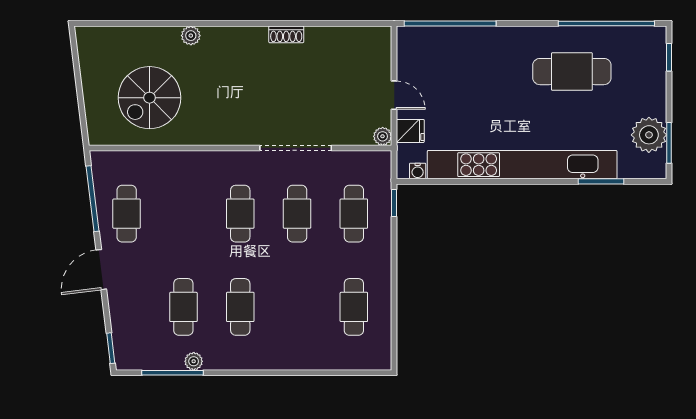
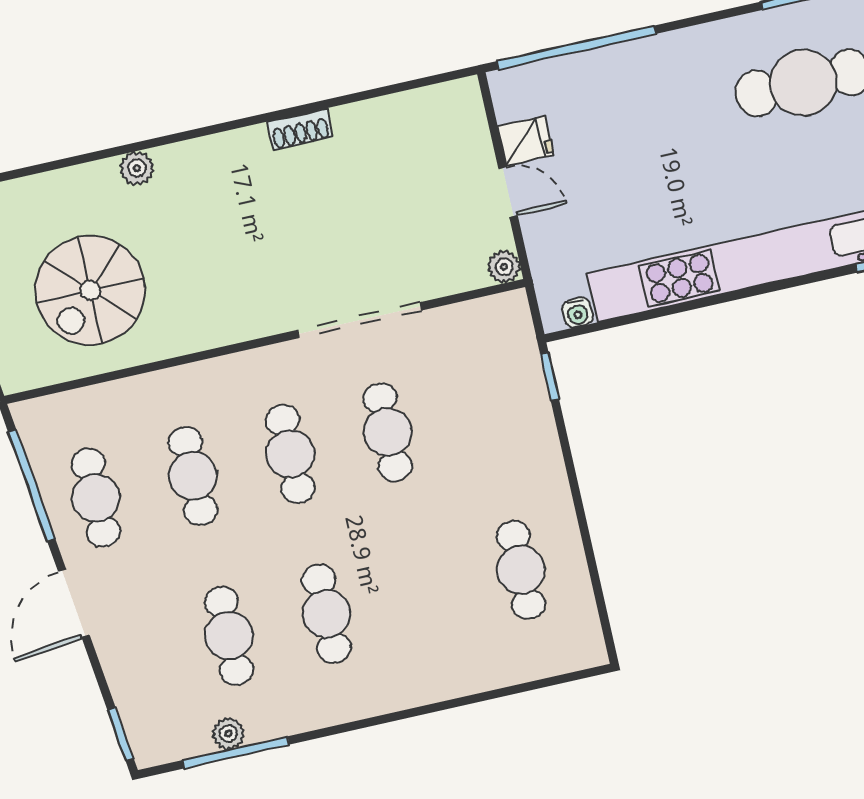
fridge: (410, 131) -> (526, 141), moved
cafe table: (354, 214) -> (193, 476), moved
plant: (194, 361) -> (228, 734), moved

